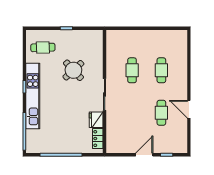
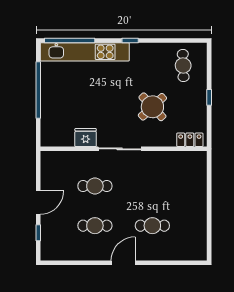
cafe table: (132, 70) -> (95, 186), moved
kitchen unit: (33, 96) -> (85, 52), moved
door: (189, 109) -> (123, 263), moved
locker: (98, 139) -> (190, 140), moved
door: (144, 155) -> (38, 203), hinge flipped

